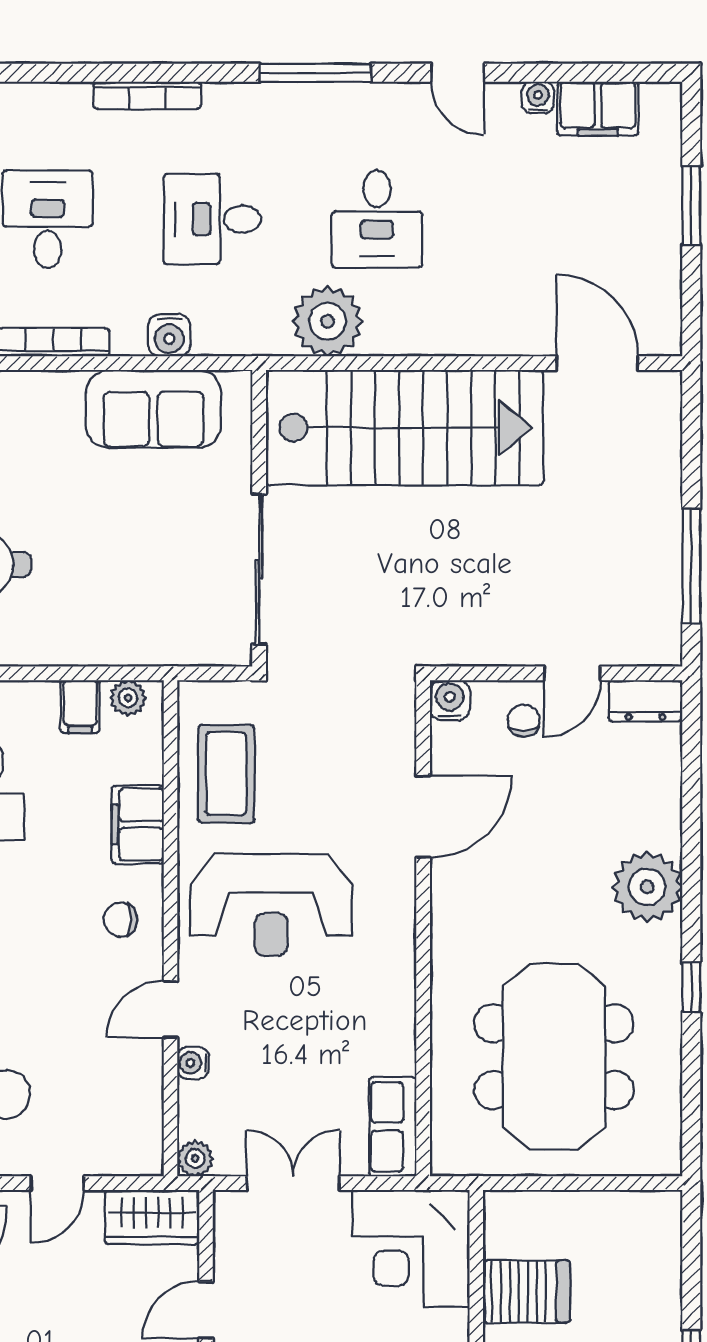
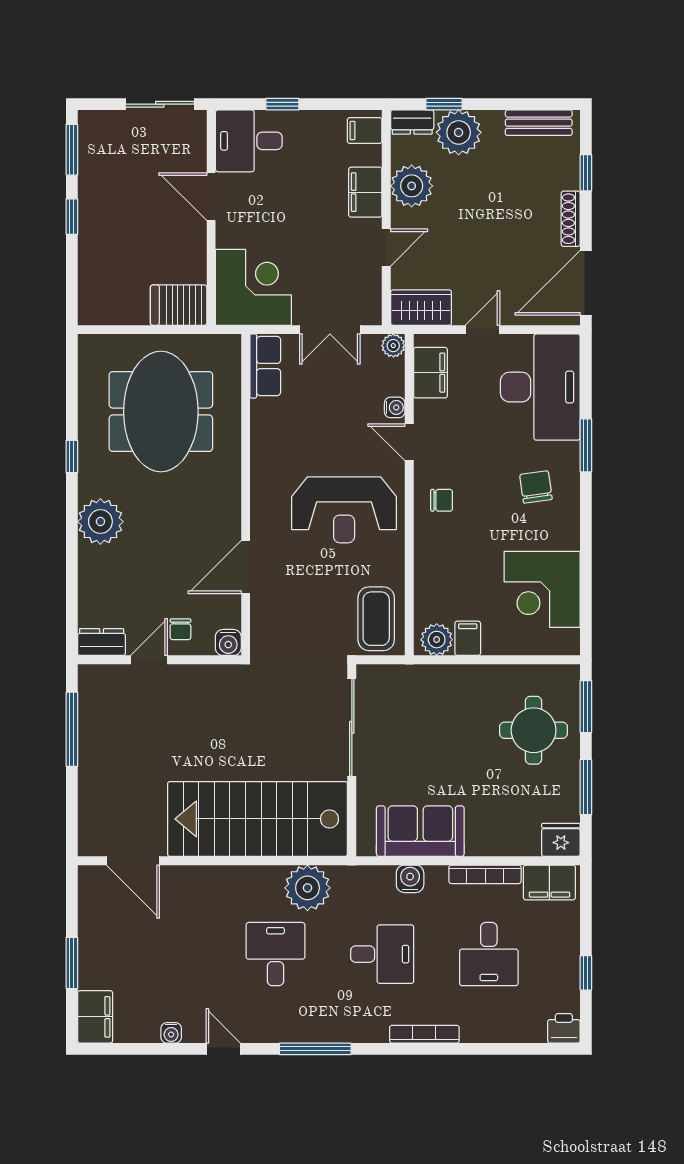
filing cabinet: (598, 109) -> (95, 1017), moved, turned 90
plant: (128, 698) -> (437, 640), width x1.38, depth x1.38
coffee table: (226, 774) -> (376, 619), moved
filing cabinet: (138, 825) -> (430, 373), moved
reception desk: (271, 905) -> (344, 510), turned 180
door: (170, 1009) -> (409, 442), swing flipped
server rack: (526, 1292) -> (179, 305), moved

